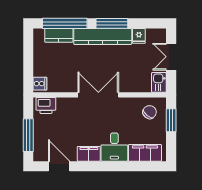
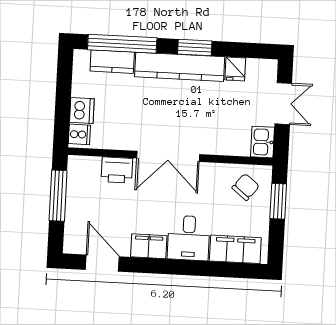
window: (112, 23) -> (195, 48), width x0.69
double door: (171, 57) -> (283, 104), swing flipped
dishwasher: (41, 68) -> (82, 111), added
double door: (98, 95) -> (168, 156), swing flipped
printer: (46, 105) -> (117, 170), moved
window: (28, 135) -> (58, 196), moved

